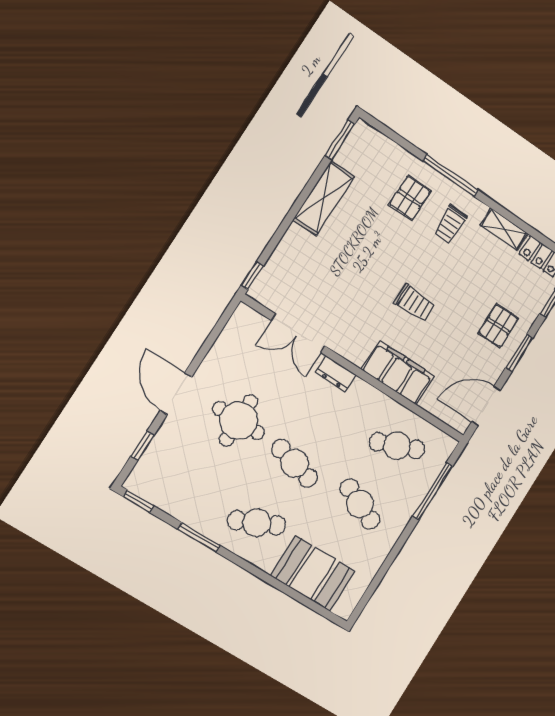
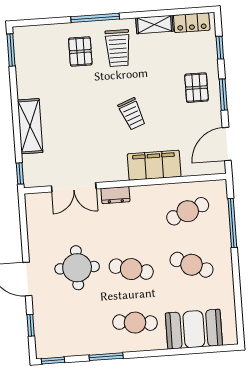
shelving: (324, 198) -> (30, 126), moved
trolley: (450, 224) -> (118, 48), width x1.36, depth x1.39
trolley: (415, 303) -> (132, 114), turned 69
cafe table: (257, 523) -> (135, 323), turned 30

